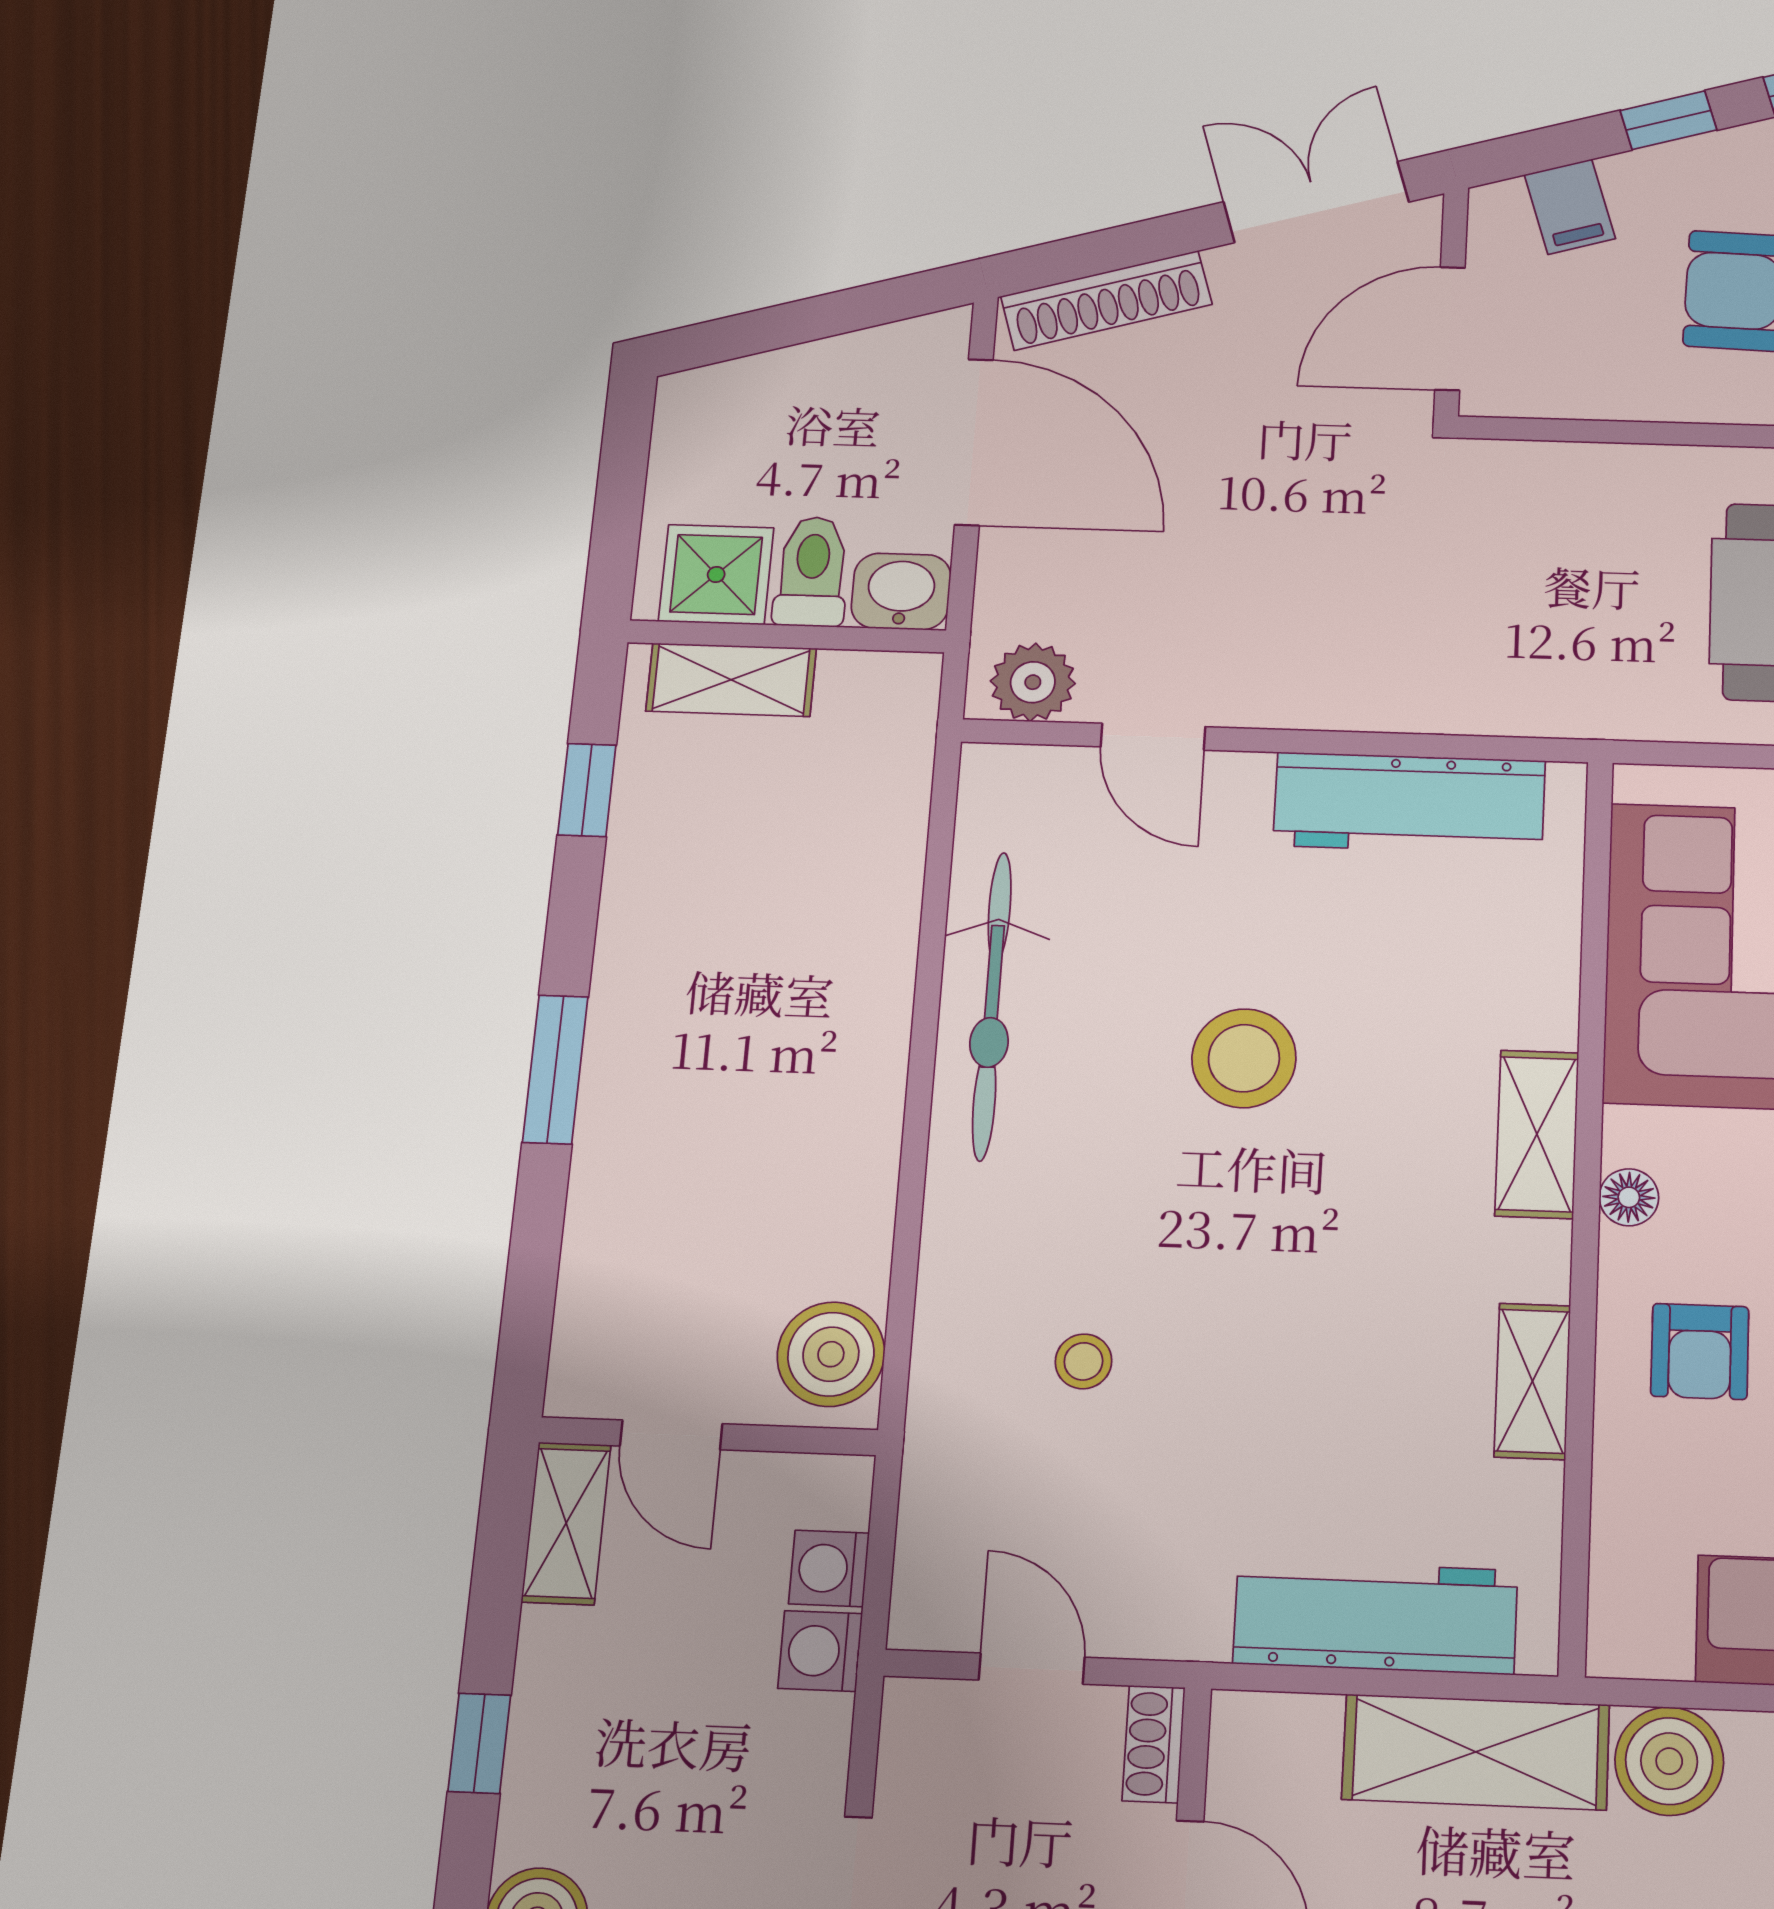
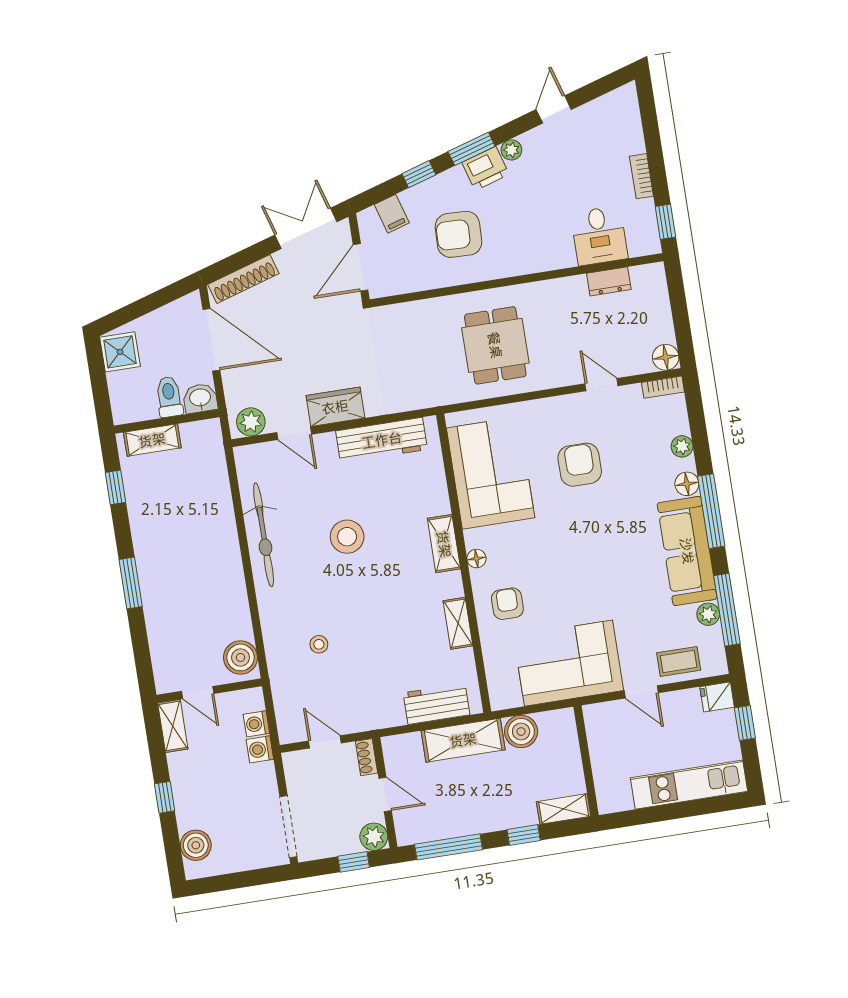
shower: (716, 574) -> (120, 352), moved
wardrobe: (1292, 686) -> (335, 407), added
armchair: (1700, 1351) -> (507, 604), turned 180
workbench: (1375, 1617) -> (436, 704), width x0.73

